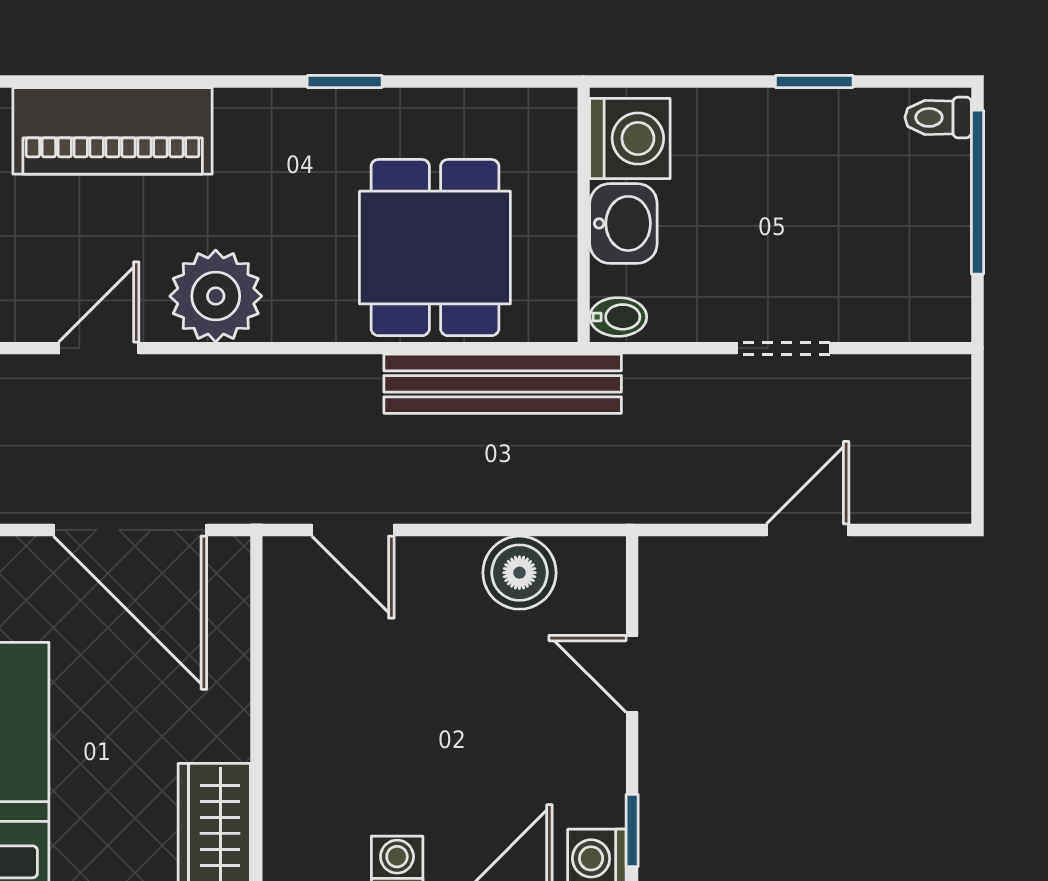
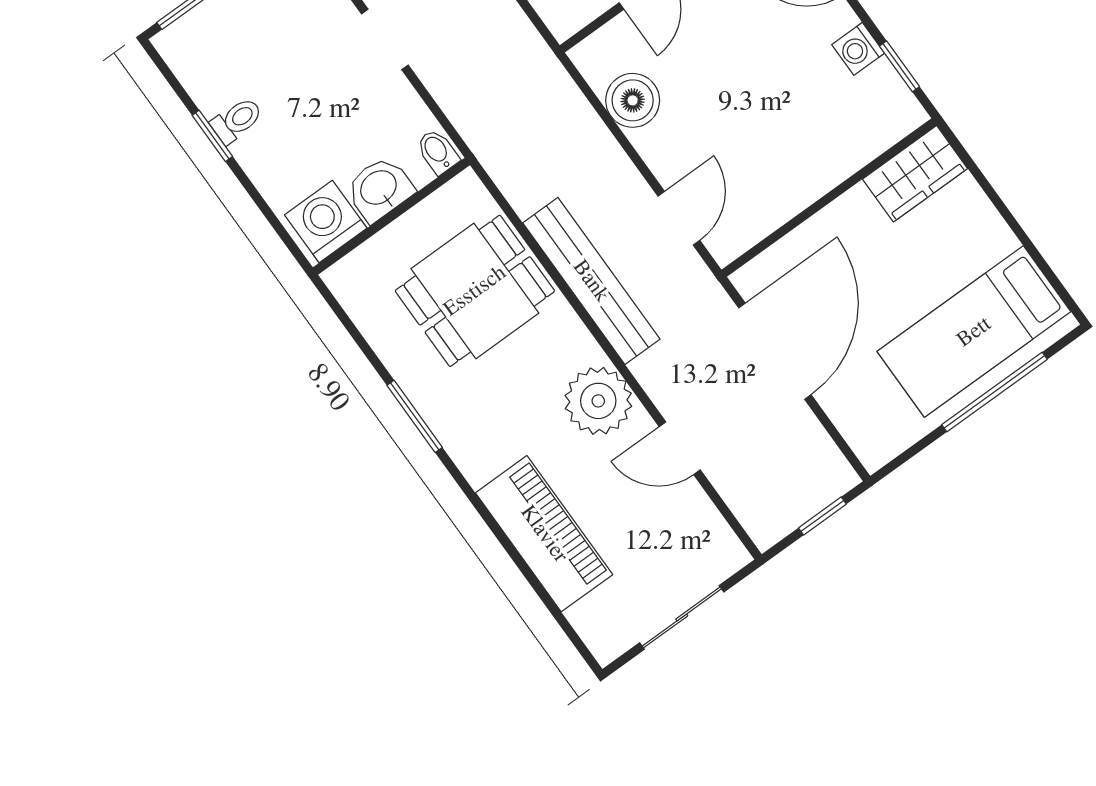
window: (345, 82) -> (415, 416), width x1.50
toilet: (938, 117) -> (237, 120), moved, turned -90
bench: (503, 384) -> (591, 281), moved

